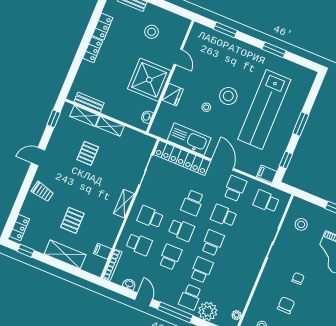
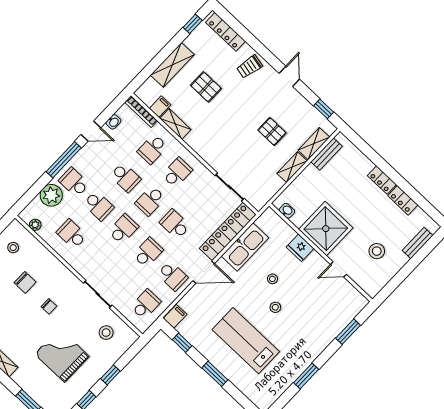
stool: (228, 96) -> (275, 307), width x0.53, depth x0.53
lab bench: (264, 110) -> (246, 341), width x0.73
shelving: (124, 204) -> (175, 124), moved
locker: (19, 228) -> (226, 32), width x1.53
school desk: (213, 243) -> (123, 229), turned -90
school desk: (233, 283) -> (72, 234), added

